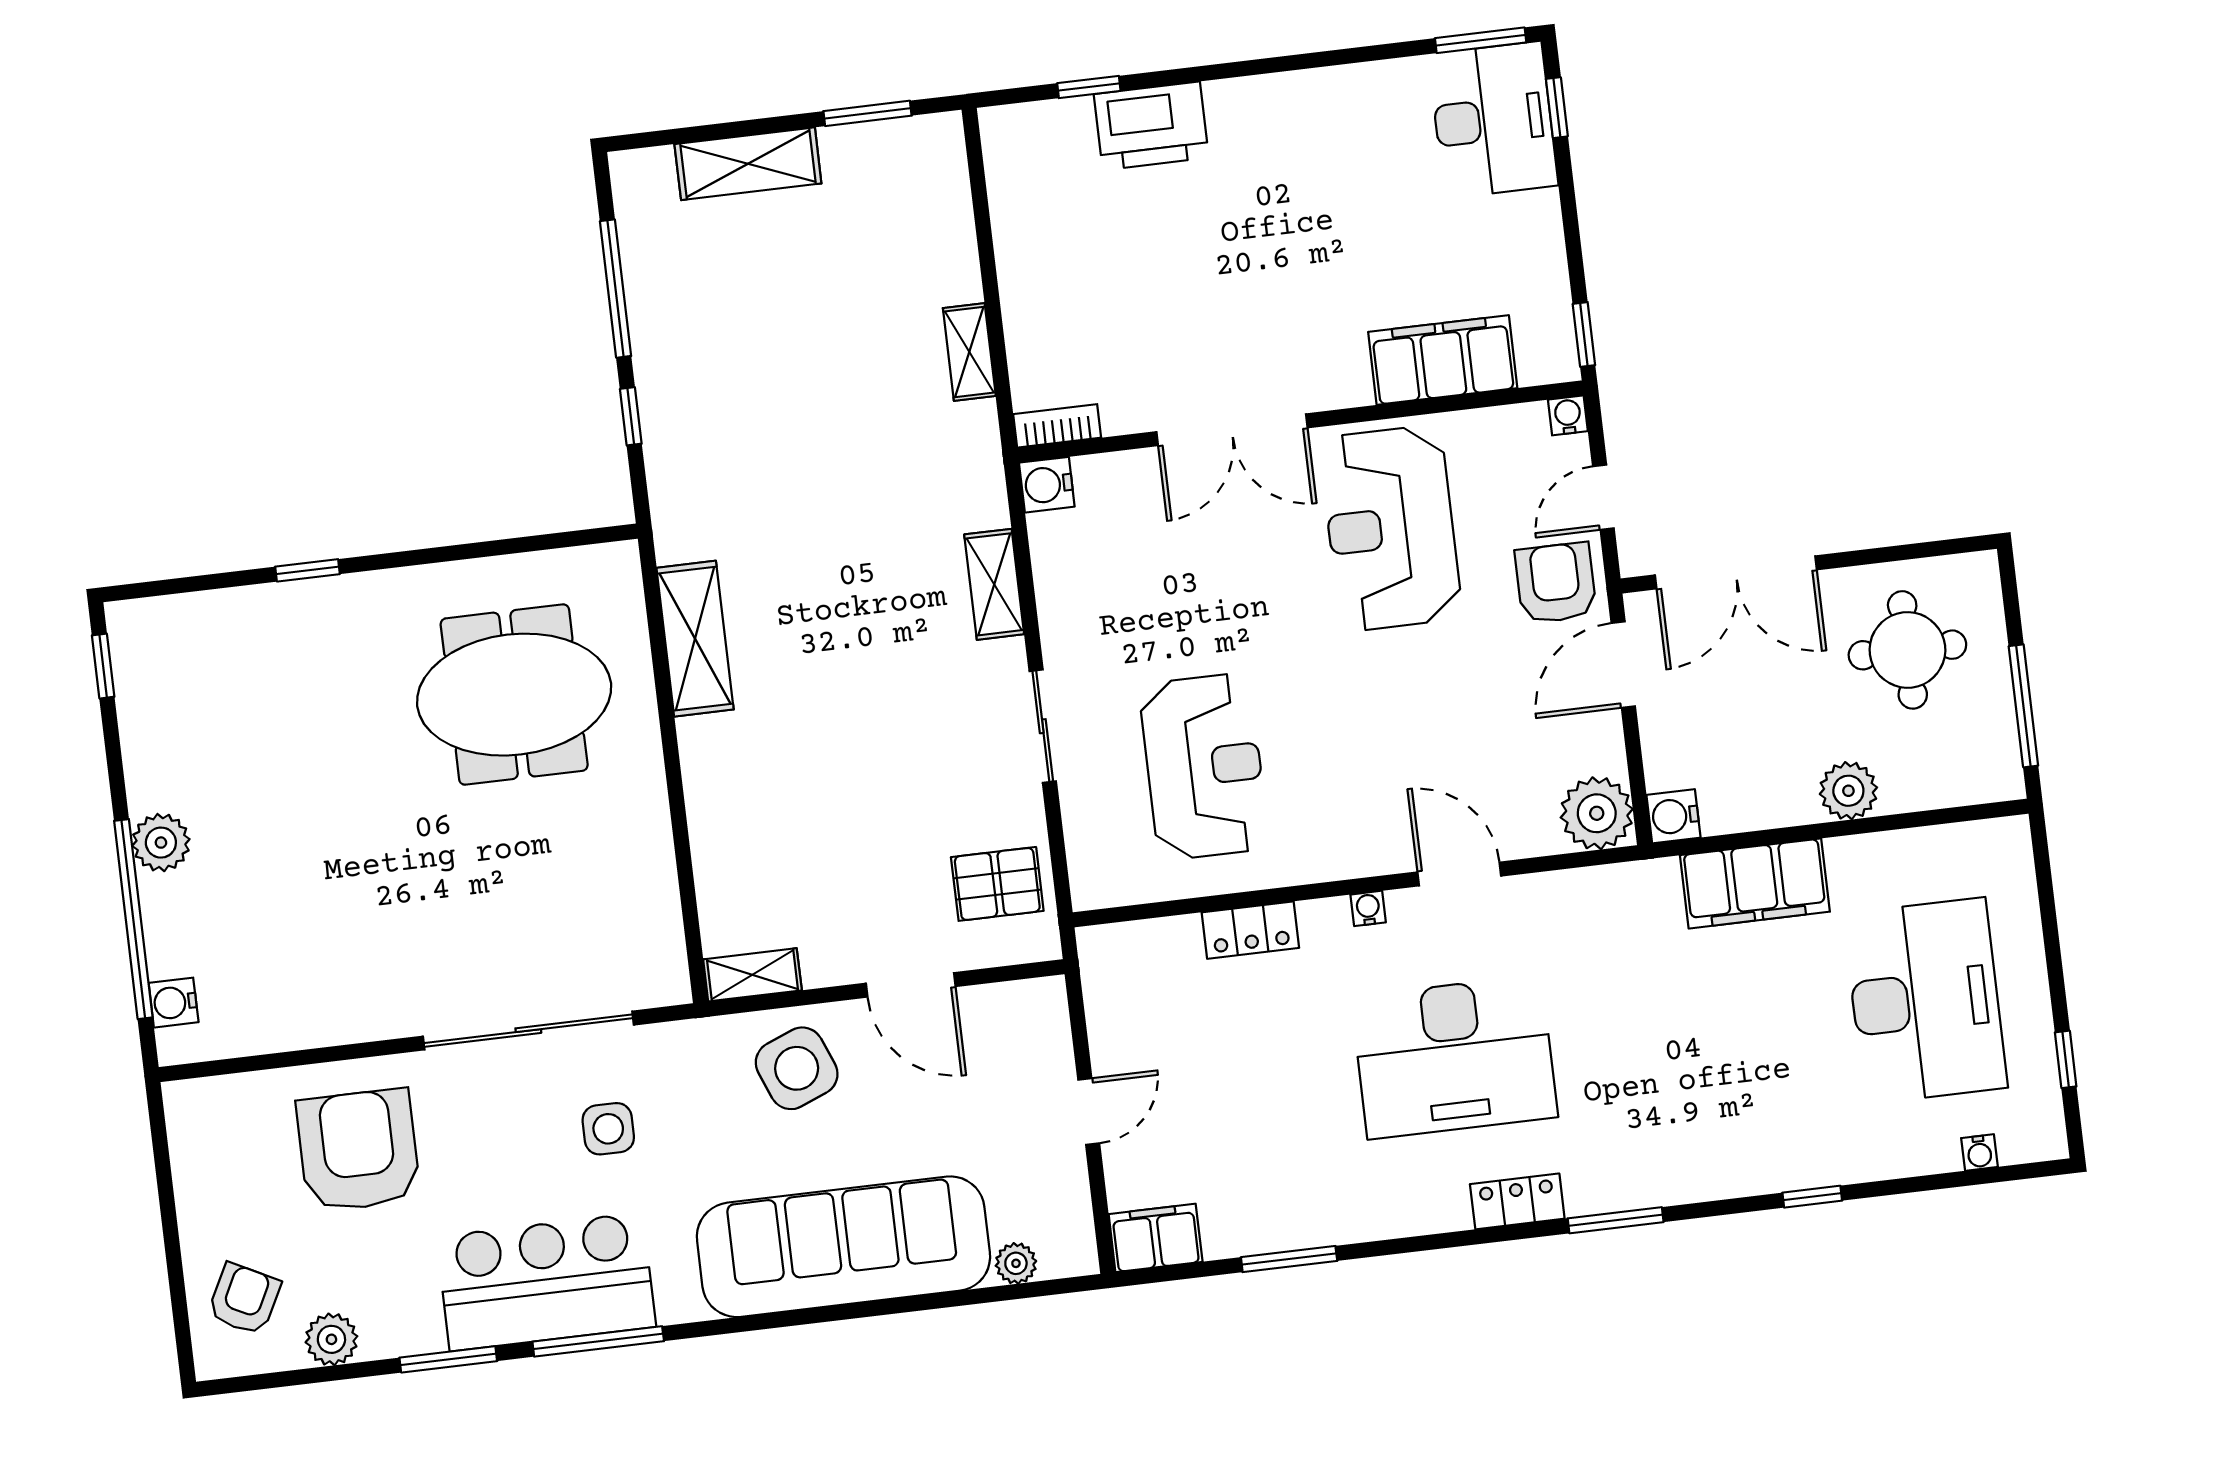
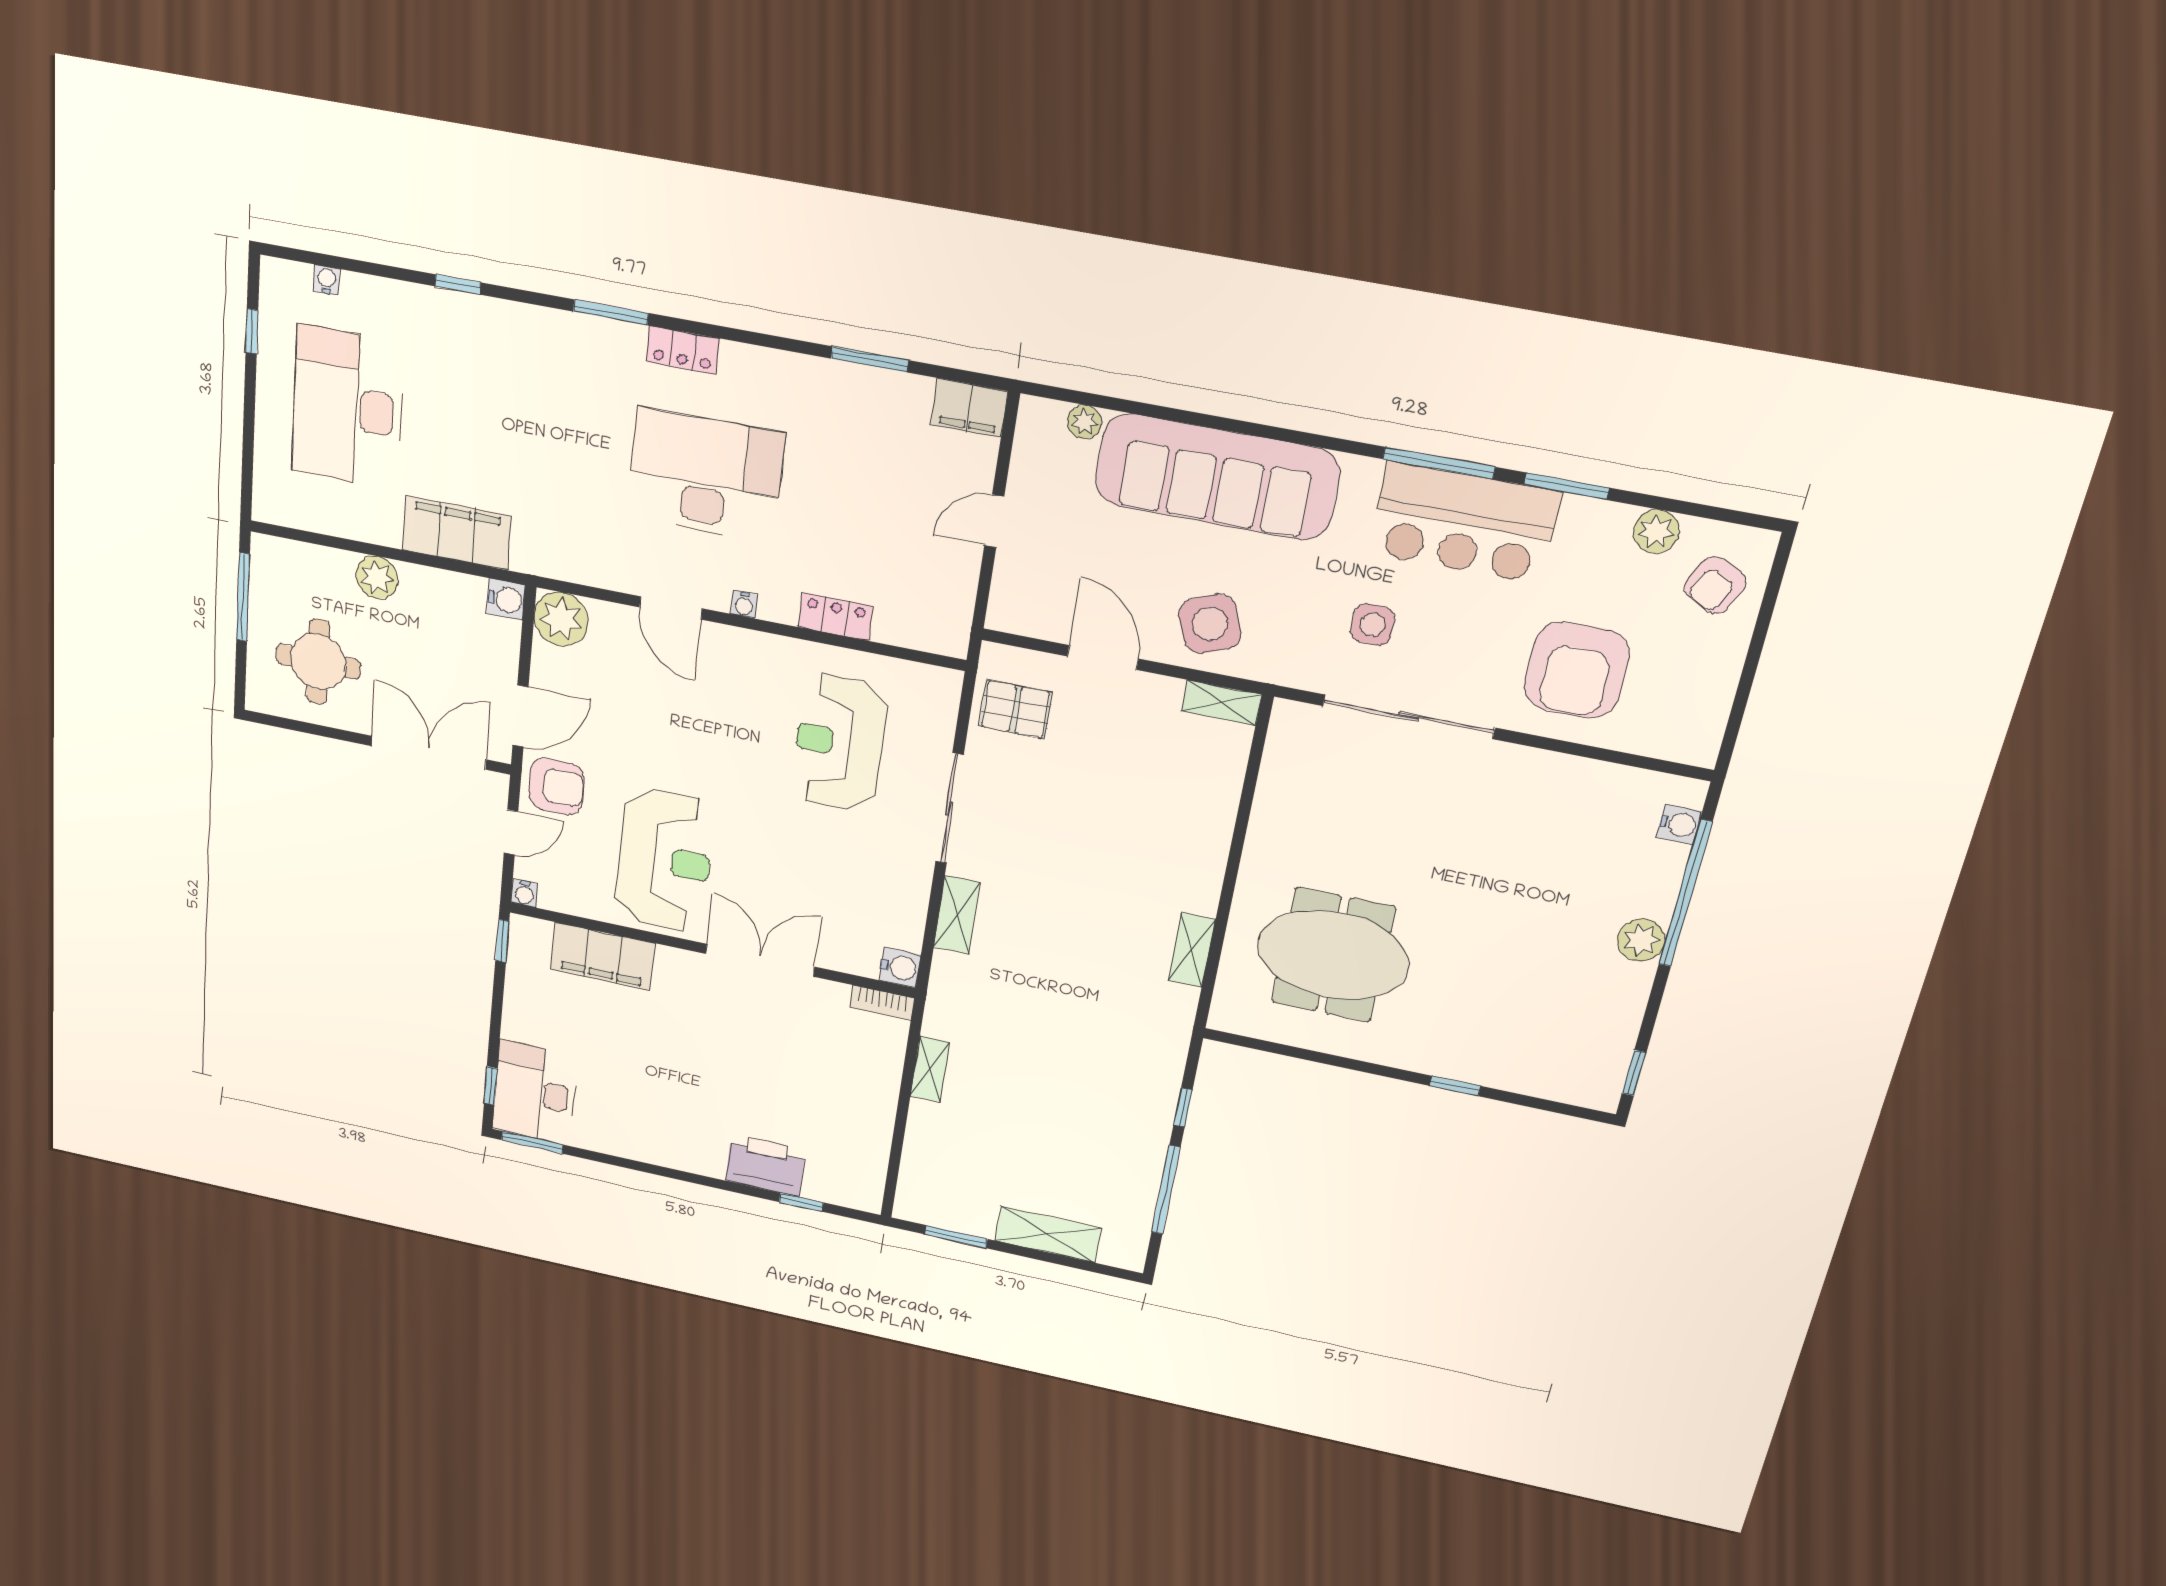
armchair: (1556, 583) -> (557, 786), turned -90
shelving: (695, 639) -> (1192, 950), width x0.67, depth x0.75
sliding door: (1043, 726) -> (949, 808), width x1.37

